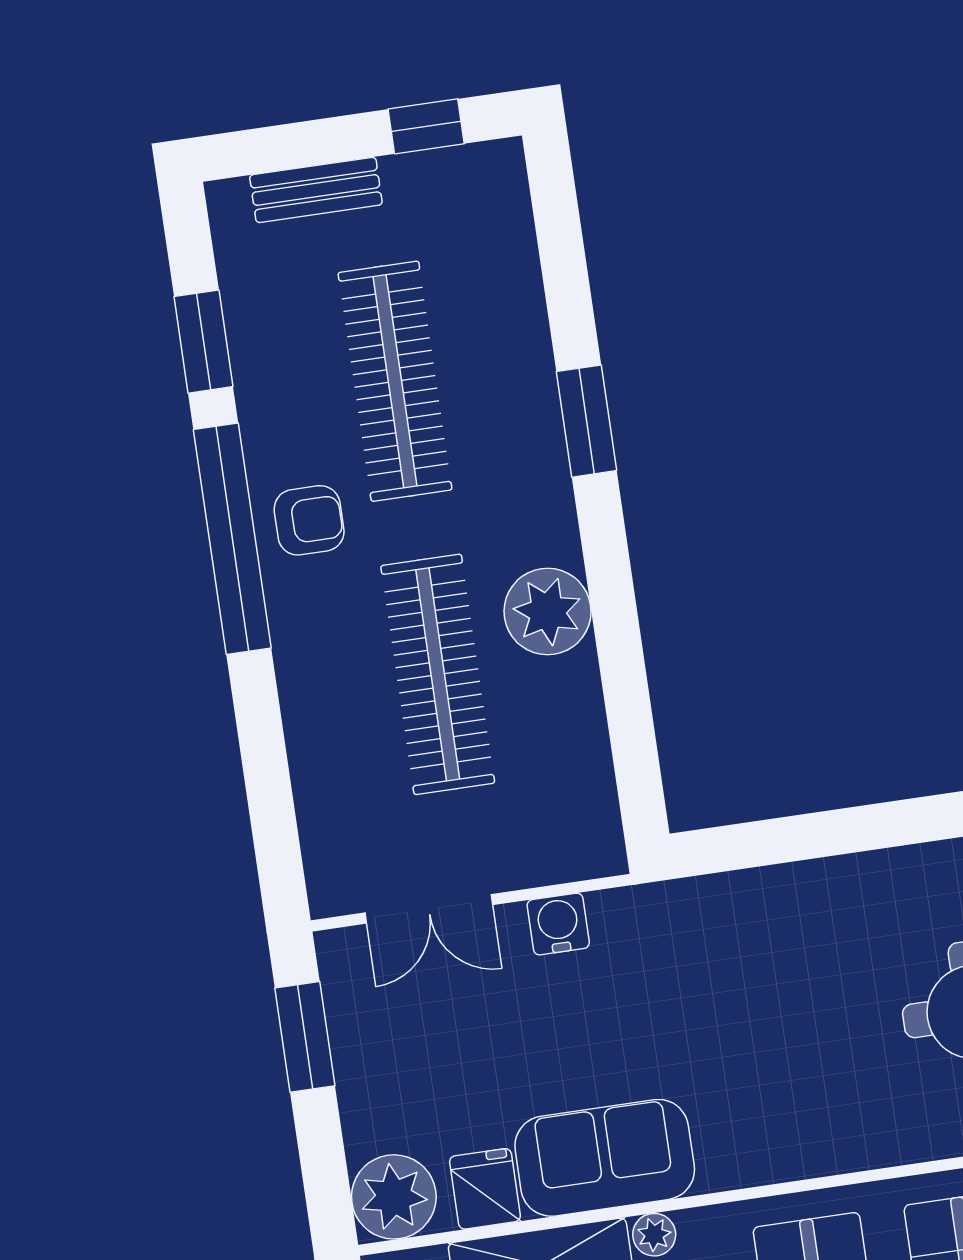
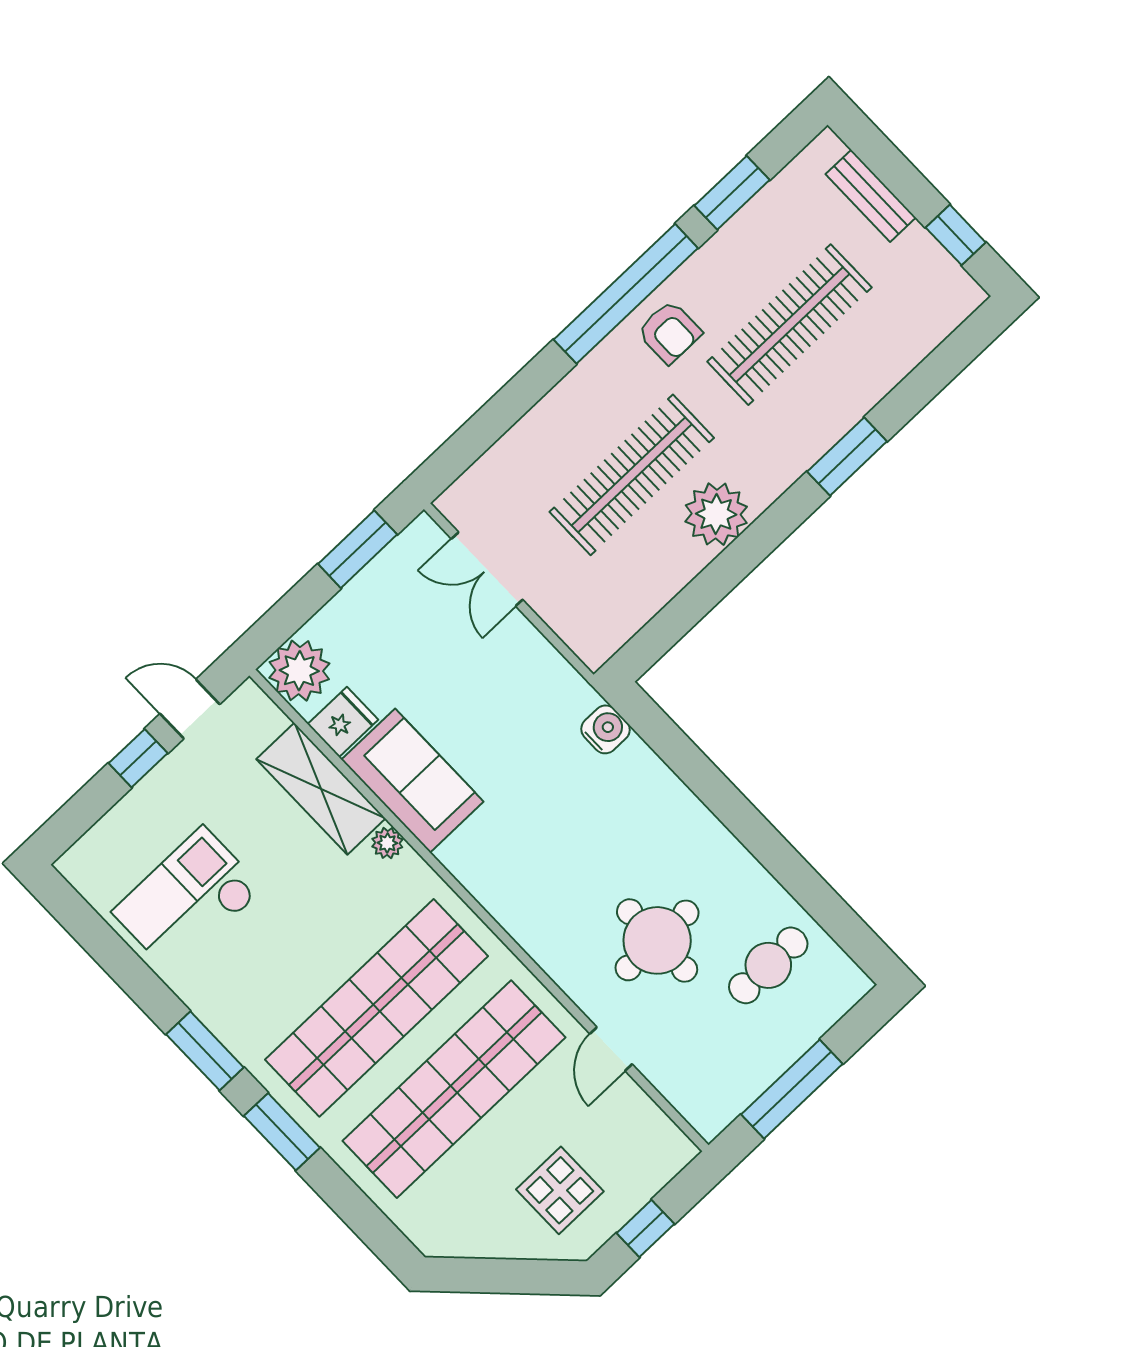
water cooler: (558, 924) -> (605, 729), moved

